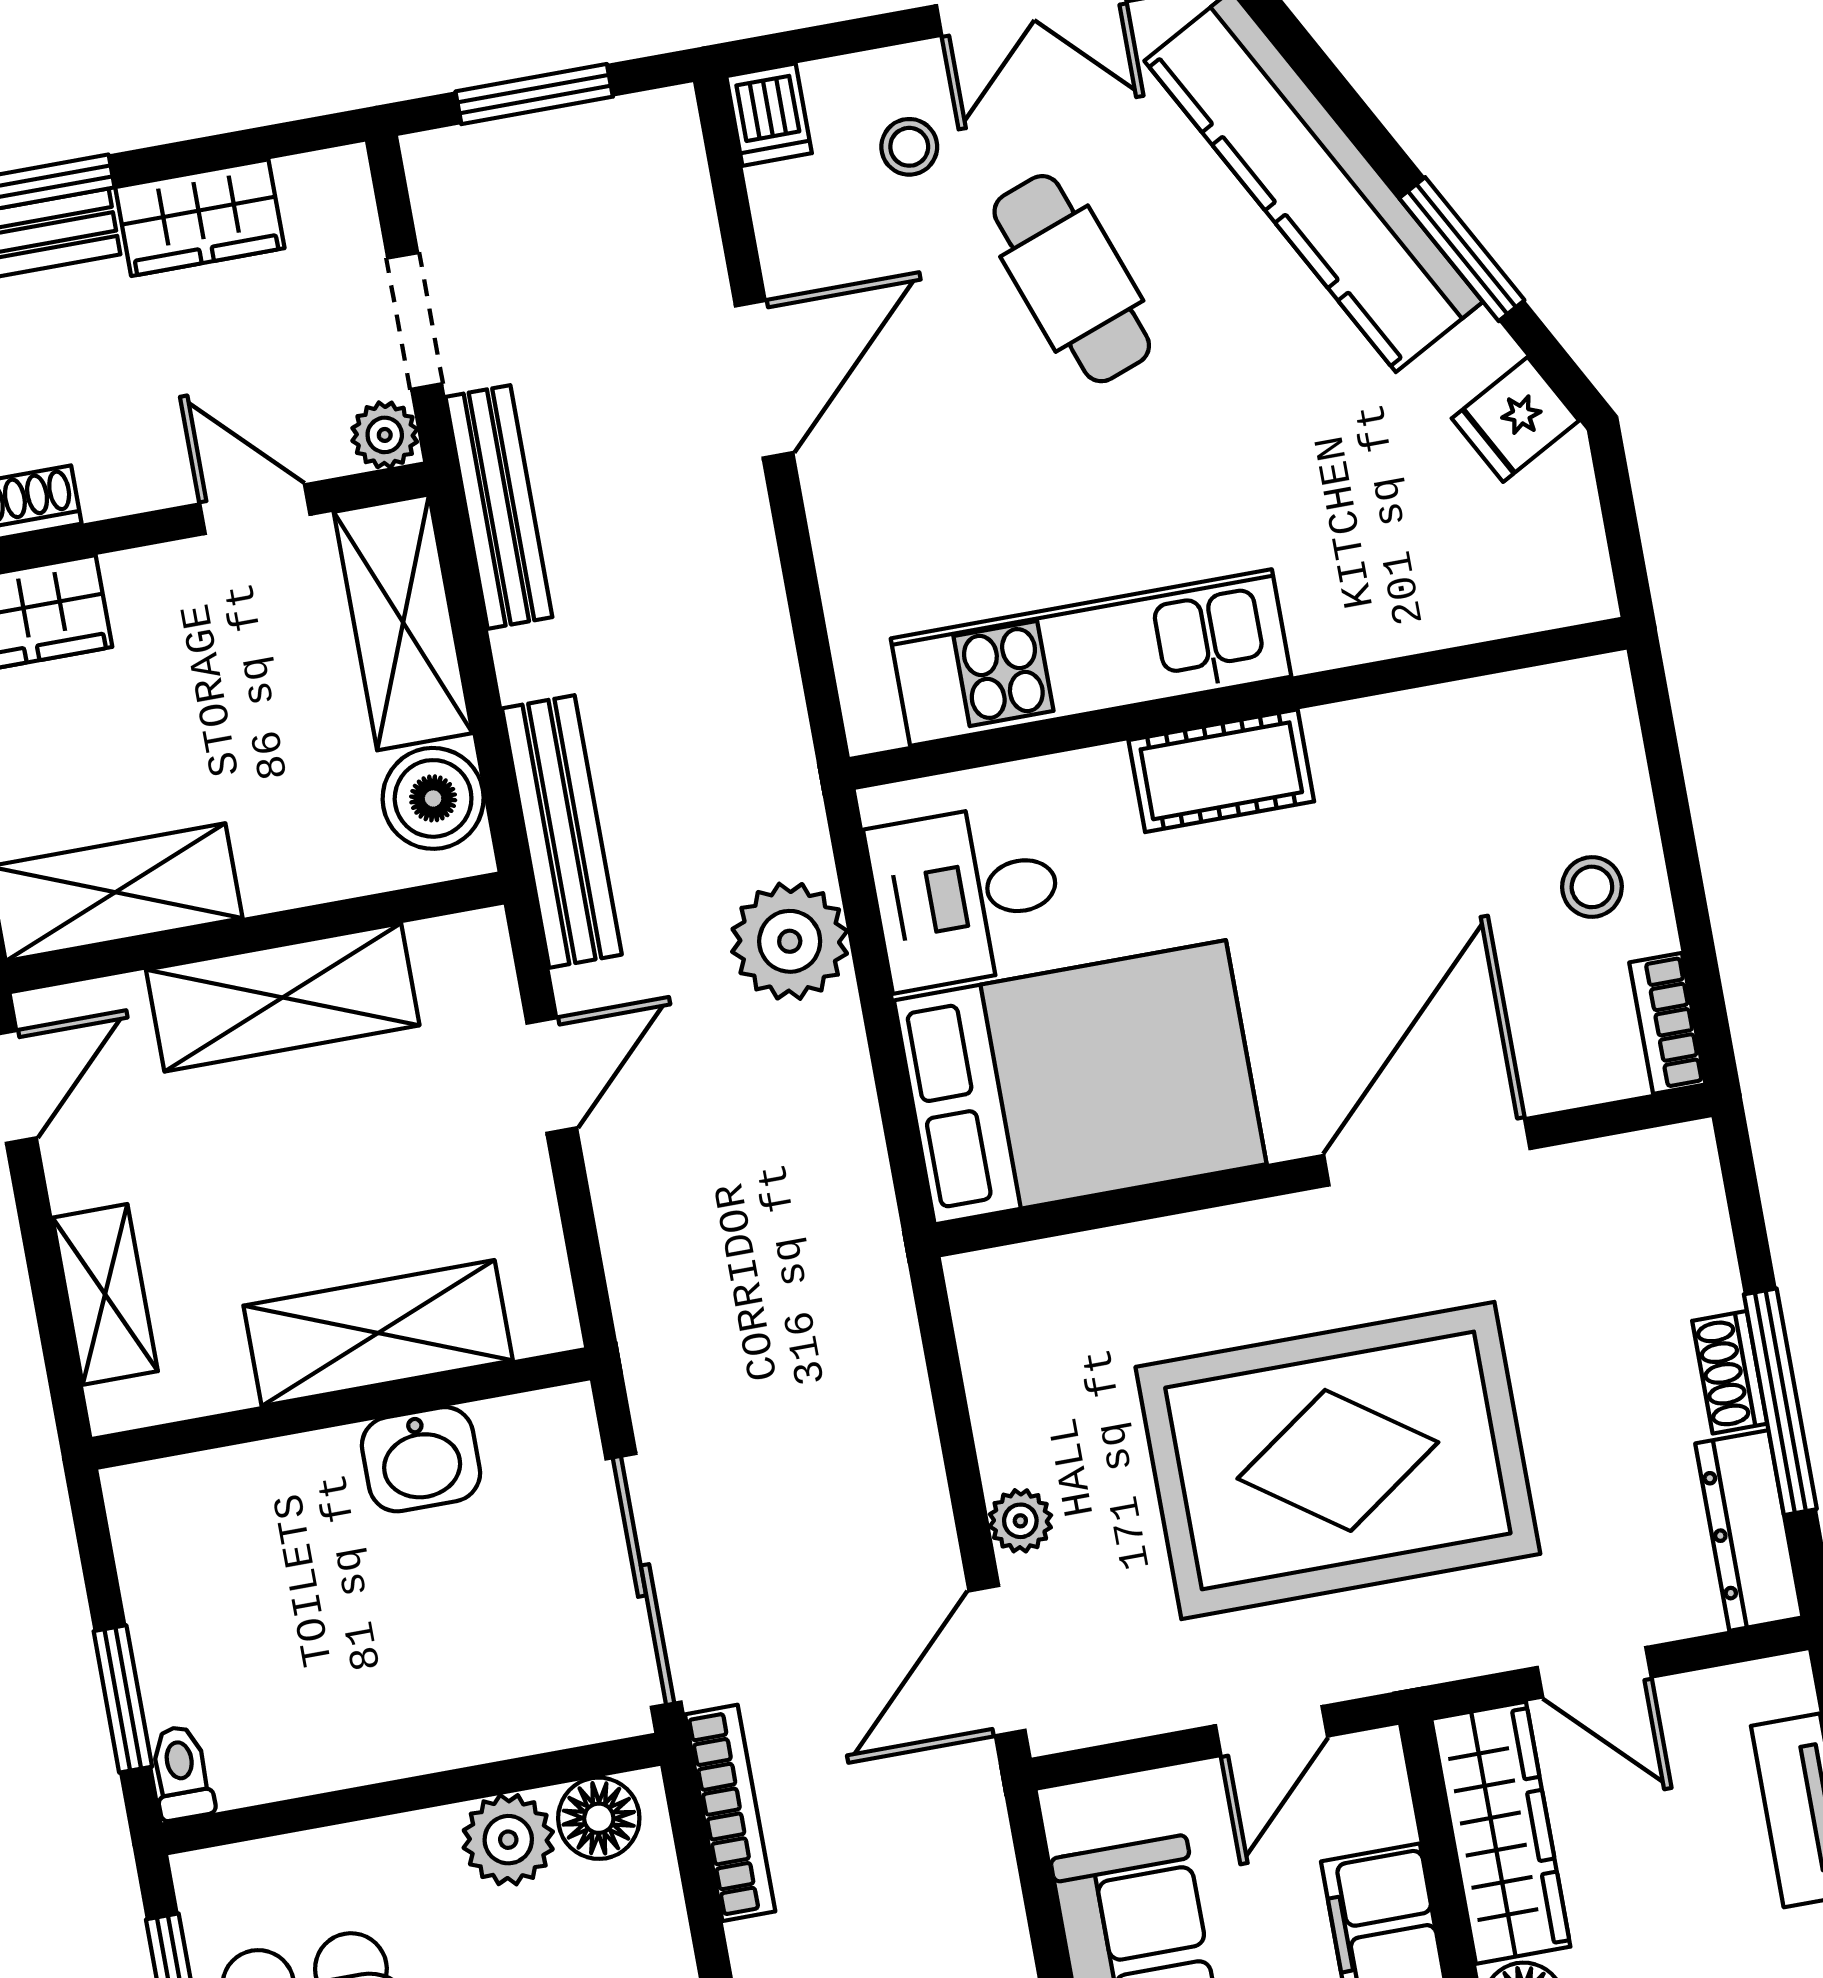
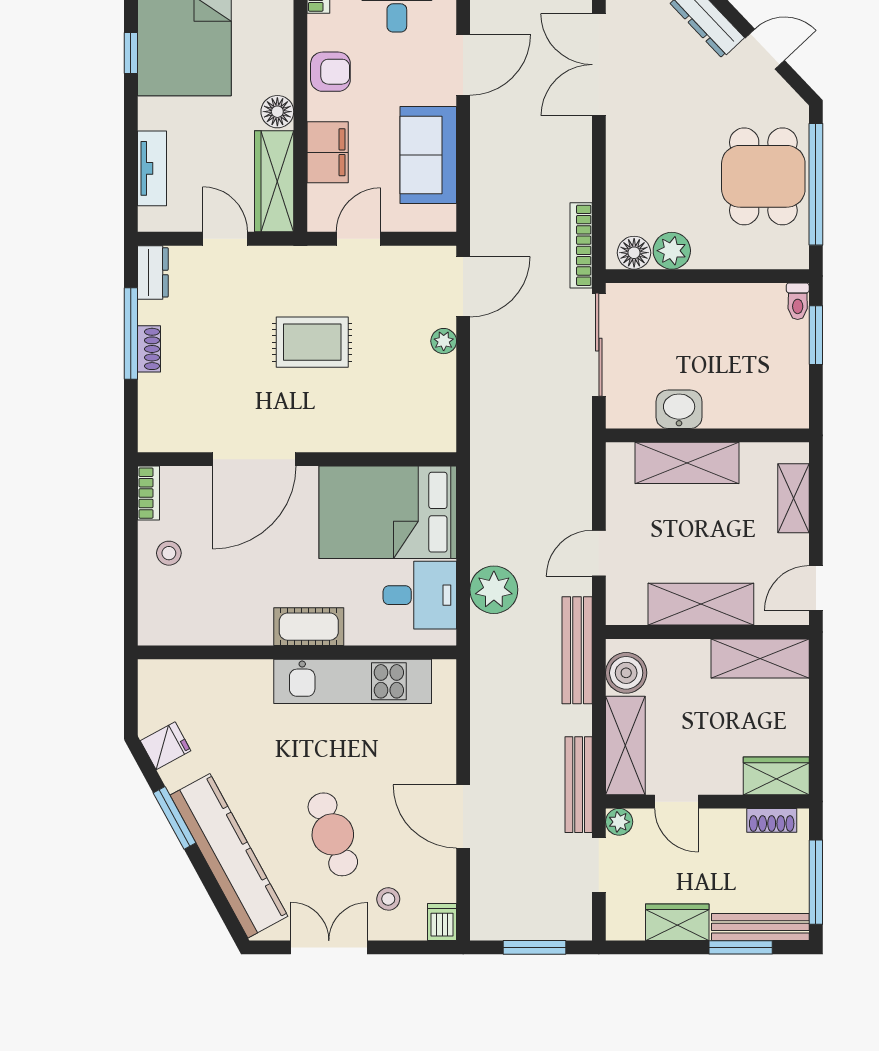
door: (764, 379) -> (463, 816), hinge flipped
rug: (1338, 1460) -> (312, 342), width x0.54, depth x0.49
dresser: (1749, 1530) -> (153, 272), width x0.70

